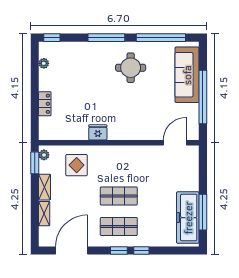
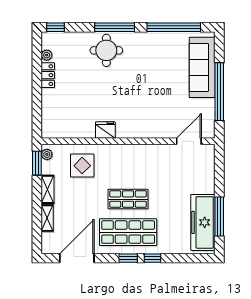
round table: (131, 68) -> (106, 50), moved
locker: (45, 104) -> (48, 75), moved
shop shelf: (119, 226) -> (128, 232), width x1.43, depth x1.36

